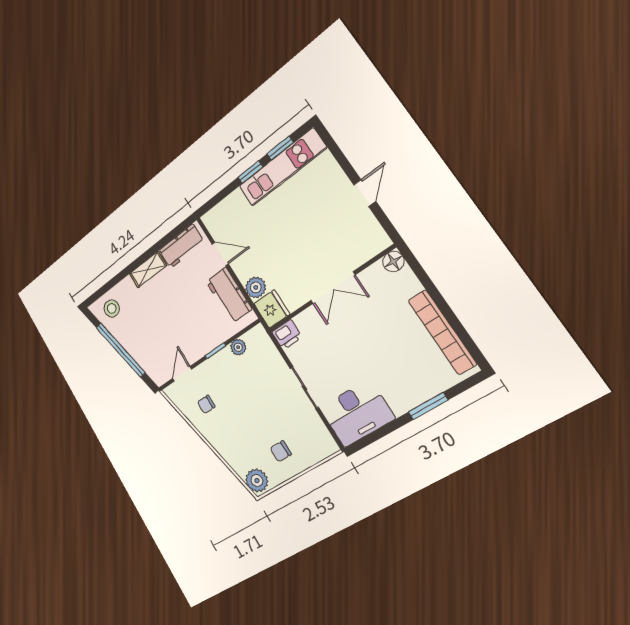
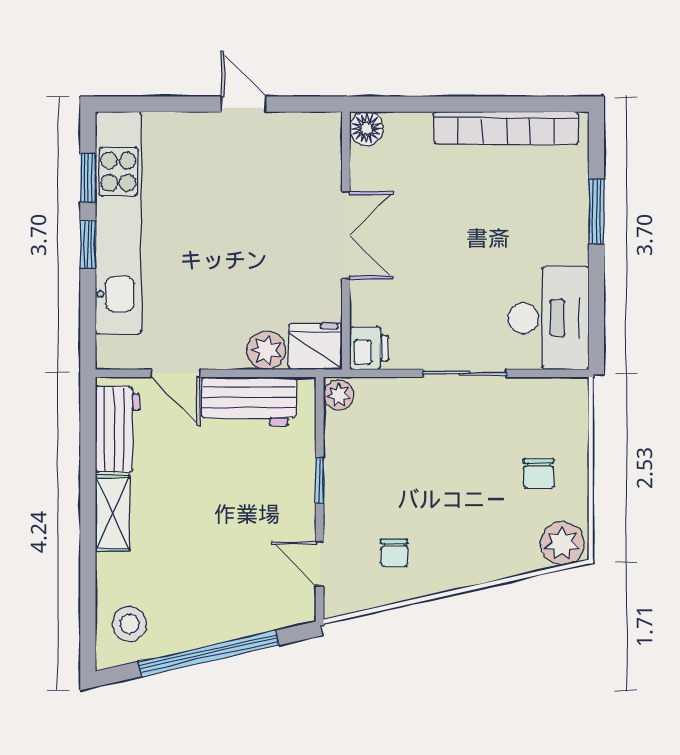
kitchen unit: (282, 167) -> (118, 223), width x1.36
door: (220, 254) -> (176, 373), swing flipped
plant: (238, 347) -> (339, 395), moved

